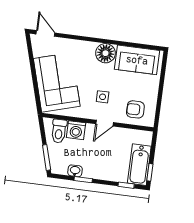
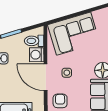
door: (105, 123) -> (46, 77), width x1.87

